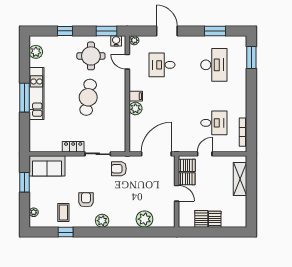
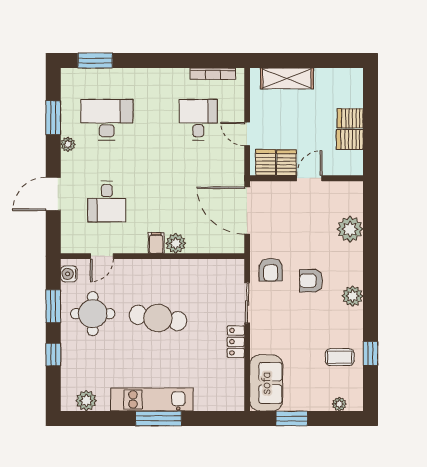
window: (106, 31) -> (53, 306), moved
plant: (134, 40) -> (68, 144), moved
armchair: (86, 200) -> (311, 281), moved

